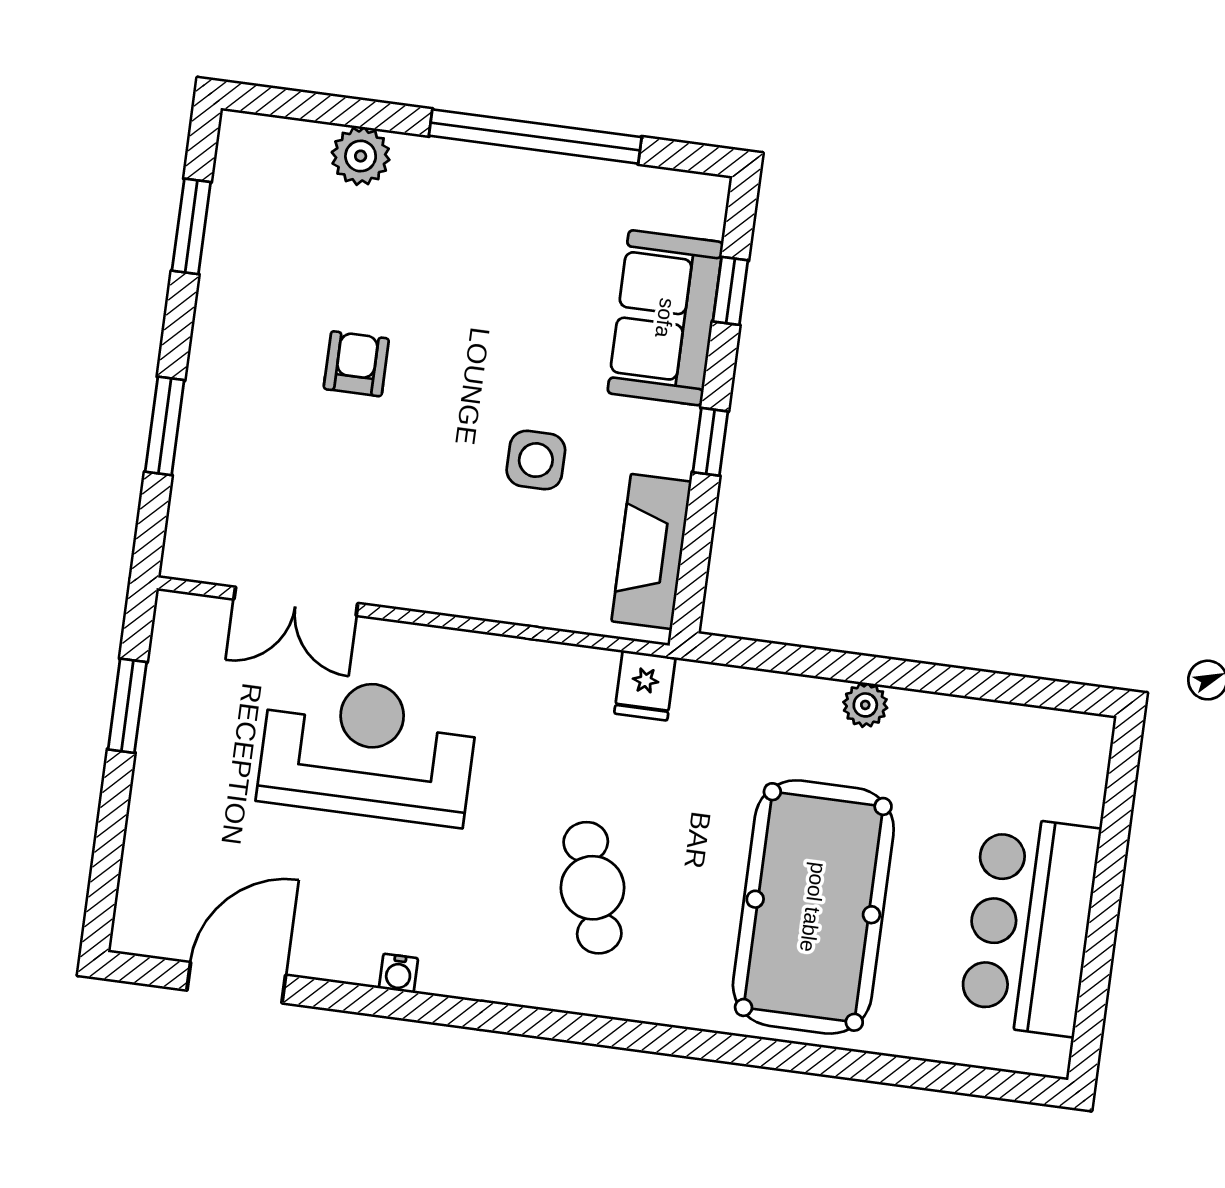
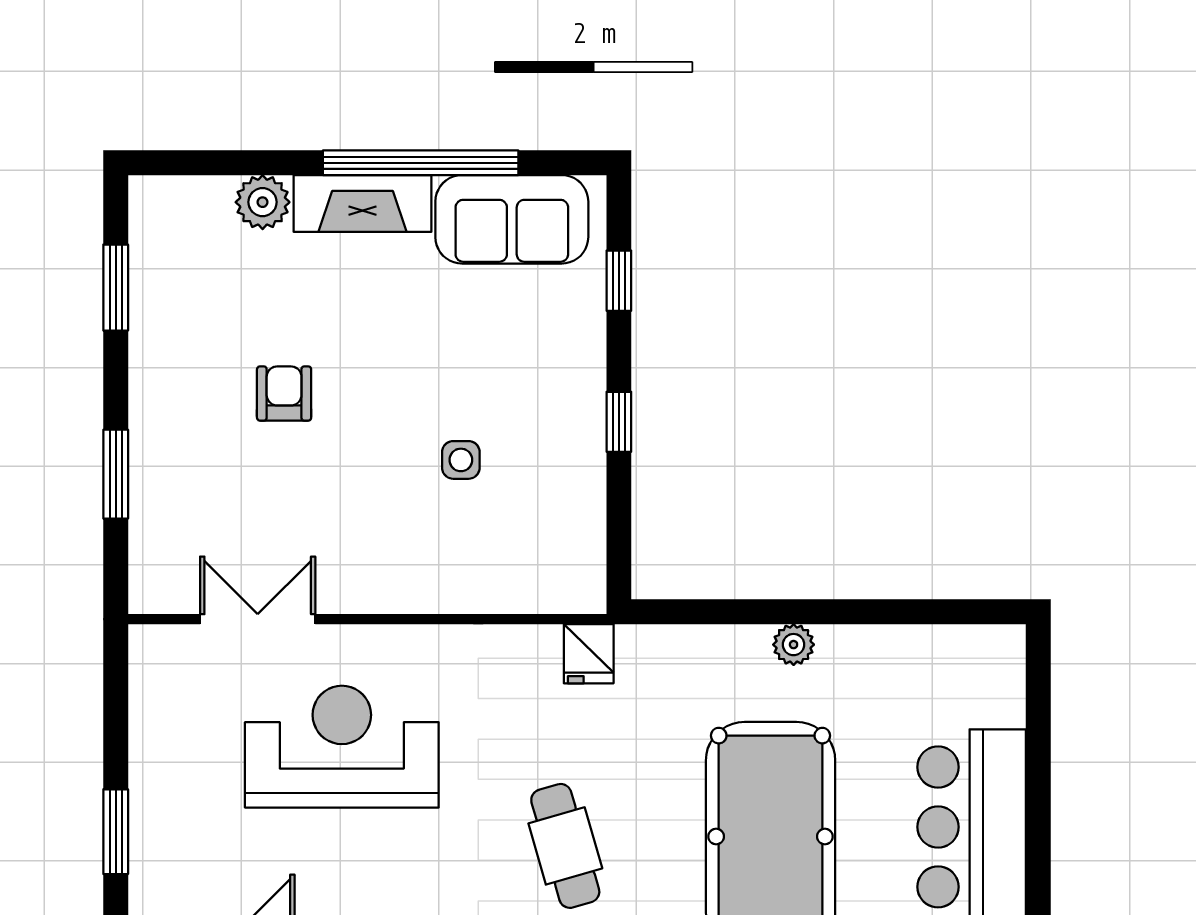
sofa: (665, 318) -> (512, 219), moved, turned -90
side table: (536, 460) -> (461, 460), width x0.73, depth x0.73
fireplace: (651, 552) -> (362, 203), moved, turned -90
double door: (296, 601) -> (258, 619), swing flipped
window: (127, 706) -> (116, 832), moved

